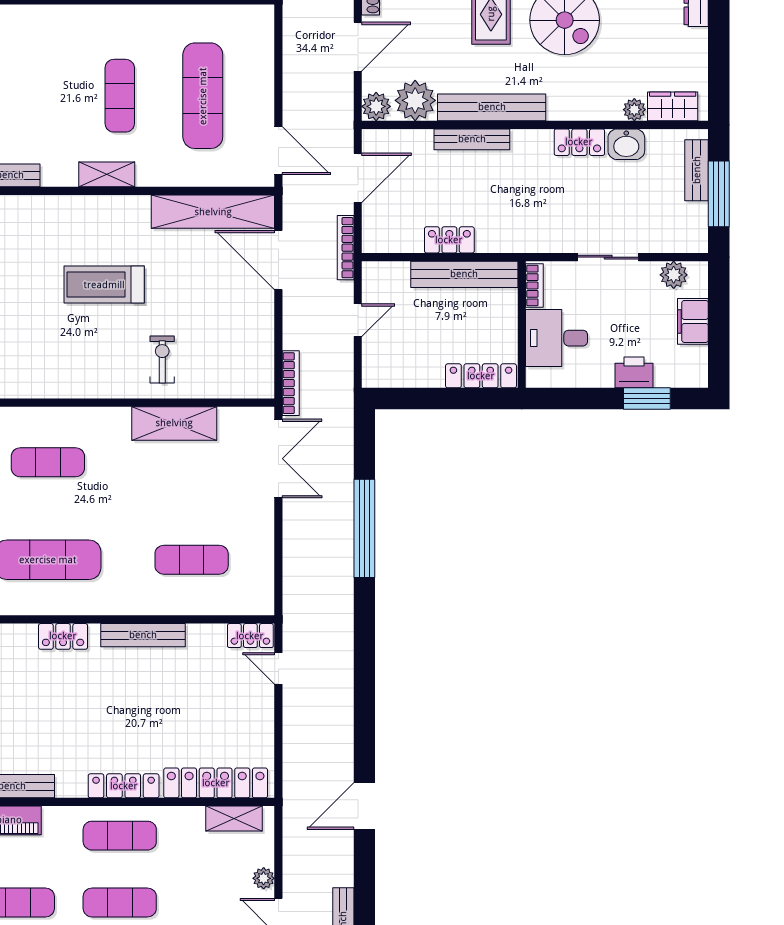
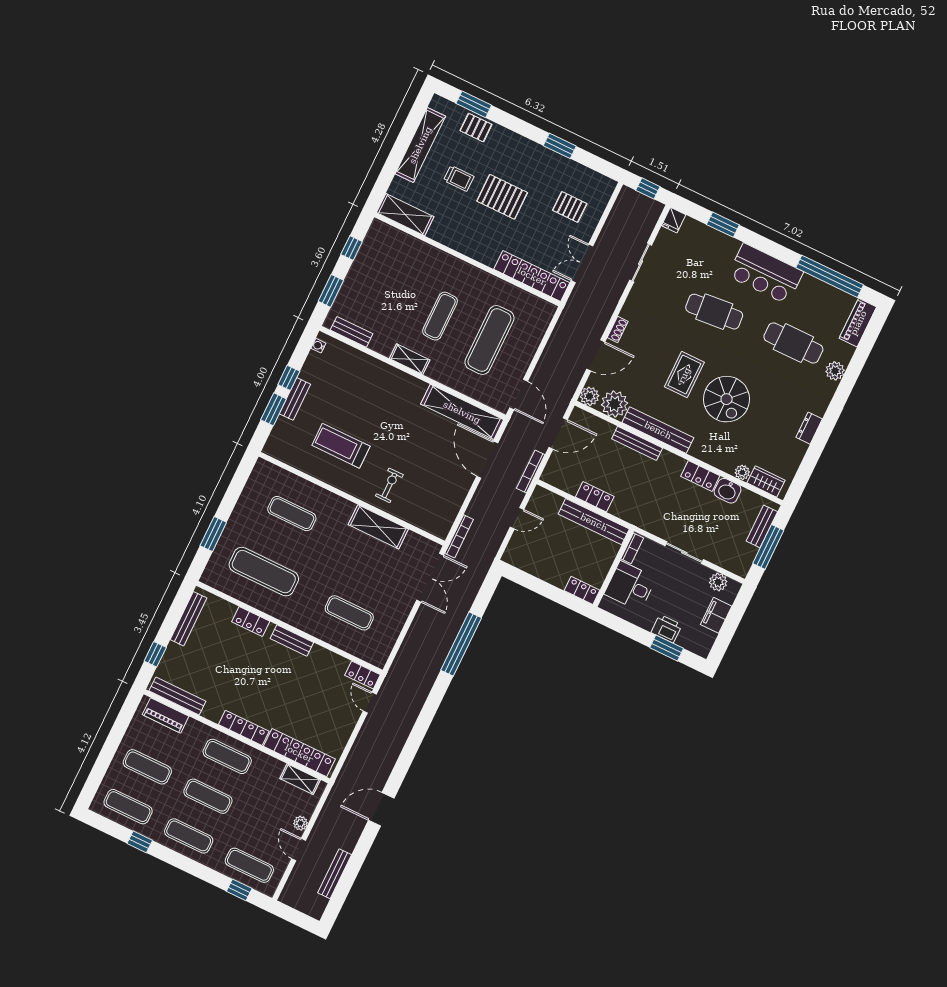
treadmill: (104, 285) -> (341, 446), moved
locker: (481, 376) -> (582, 590), width x0.66
bench: (143, 635) -> (292, 641), width x0.73

